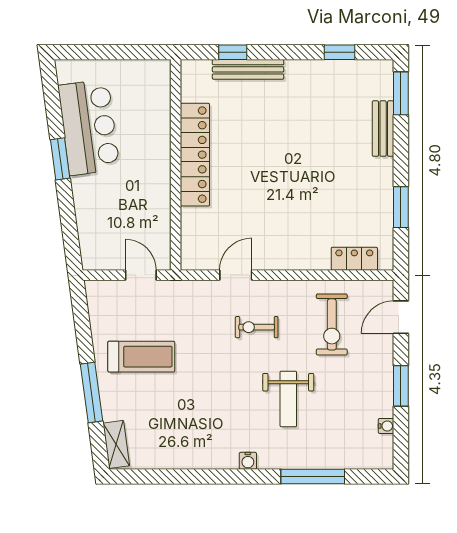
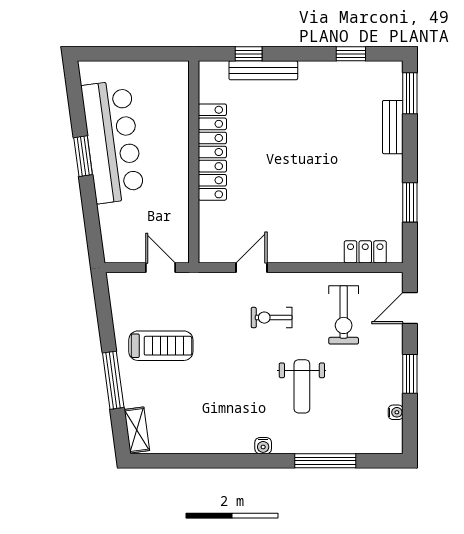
bar counter: (89, 127) -> (113, 142), width x1.36

